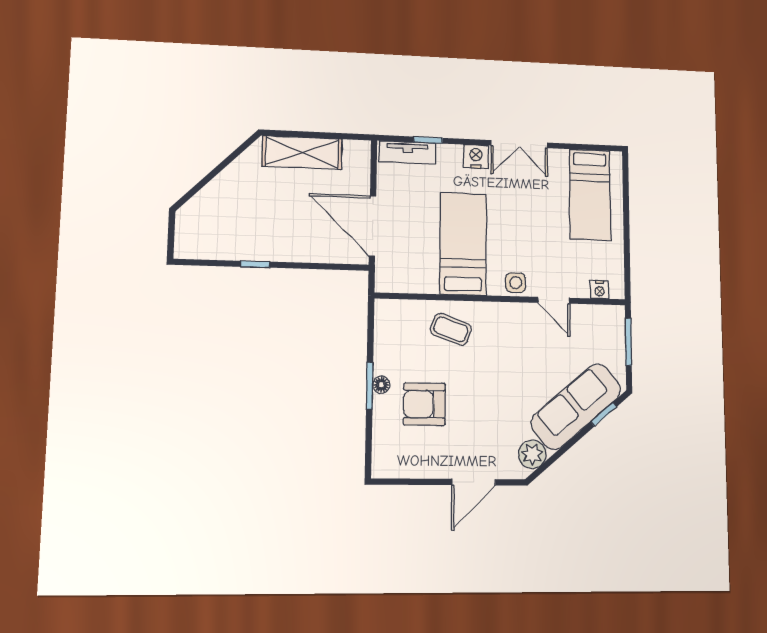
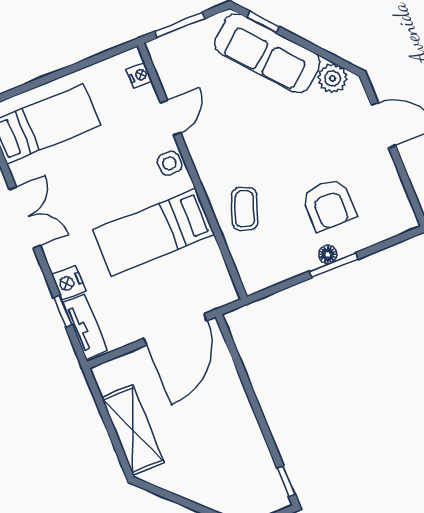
nightstand: (476, 156) -> (69, 283), moved
window: (255, 264) -> (286, 481), moved

